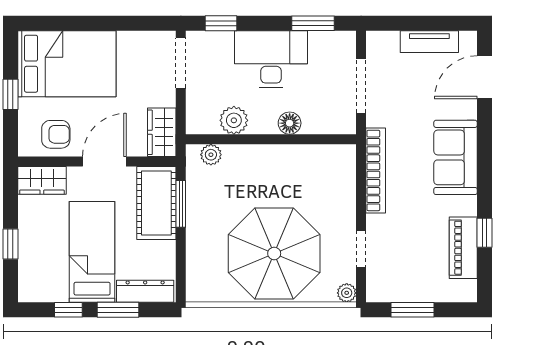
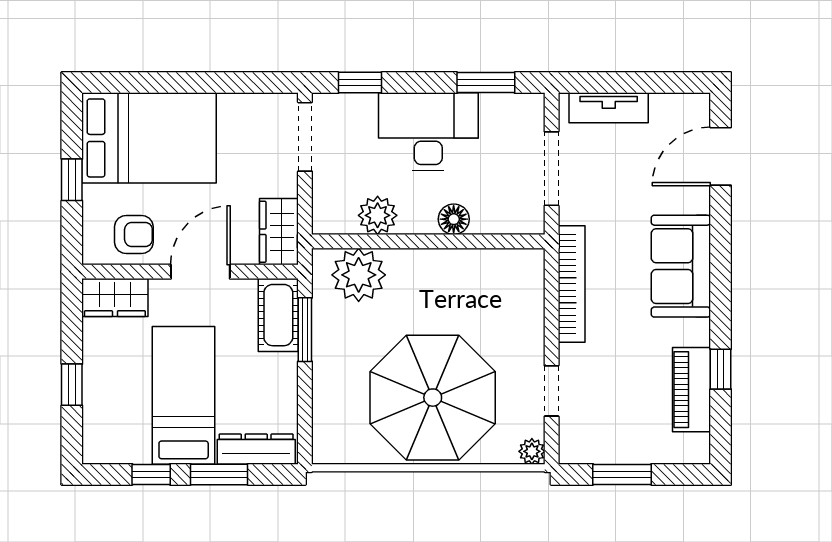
tv unit: (429, 42) -> (609, 108), moved
plant: (211, 155) -> (359, 275), width x1.88, depth x1.88
cot: (156, 203) -> (278, 315), width x0.73, depth x0.75

